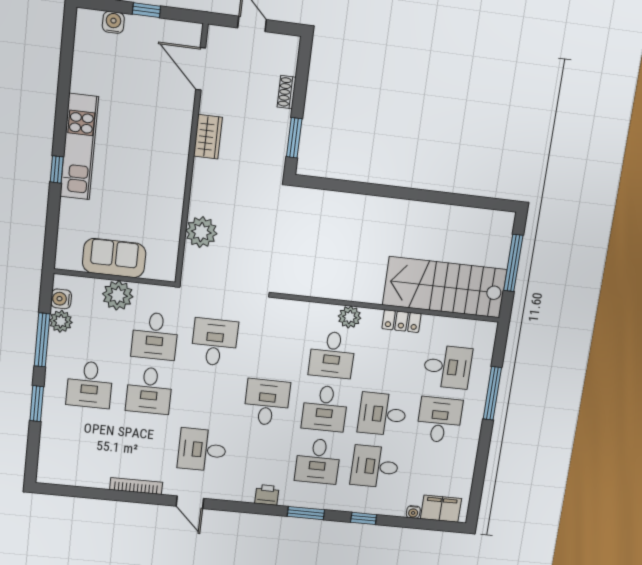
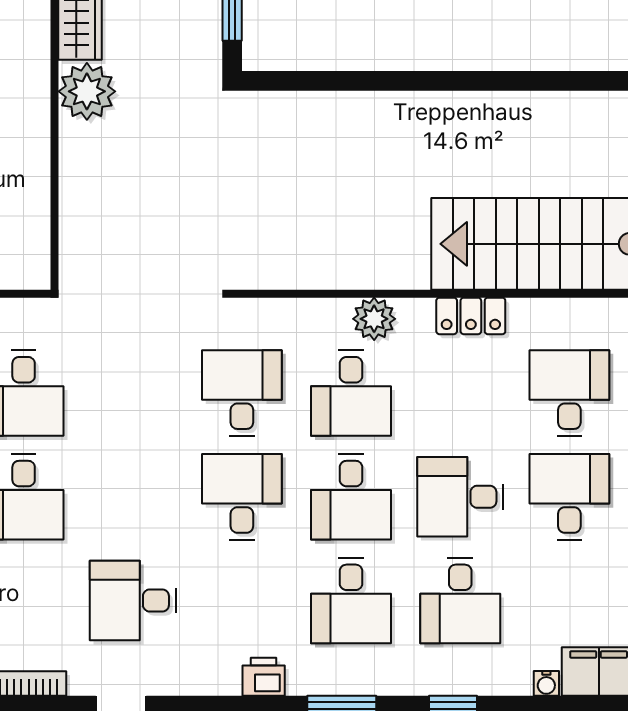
plant: (201, 232) -> (87, 91), moved
desk: (214, 342) -> (242, 393), moved
desk: (448, 367) -> (569, 393), turned -90
desk: (375, 467) -> (460, 601), turned -90

